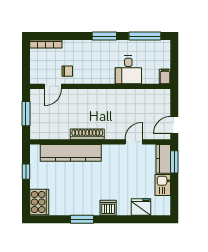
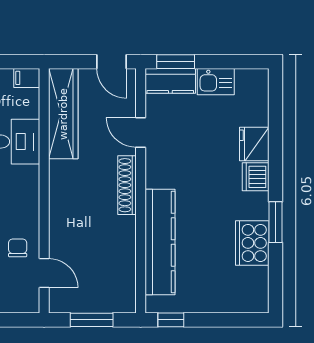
wardrobe: (144, 97) -> (63, 114), added
shoe rack: (87, 134) -> (127, 185), moved
window: (26, 172) -> (171, 320), moved
cooker: (39, 202) -> (252, 243), moved, turned -90
fridge: (141, 207) -> (254, 144), moved

